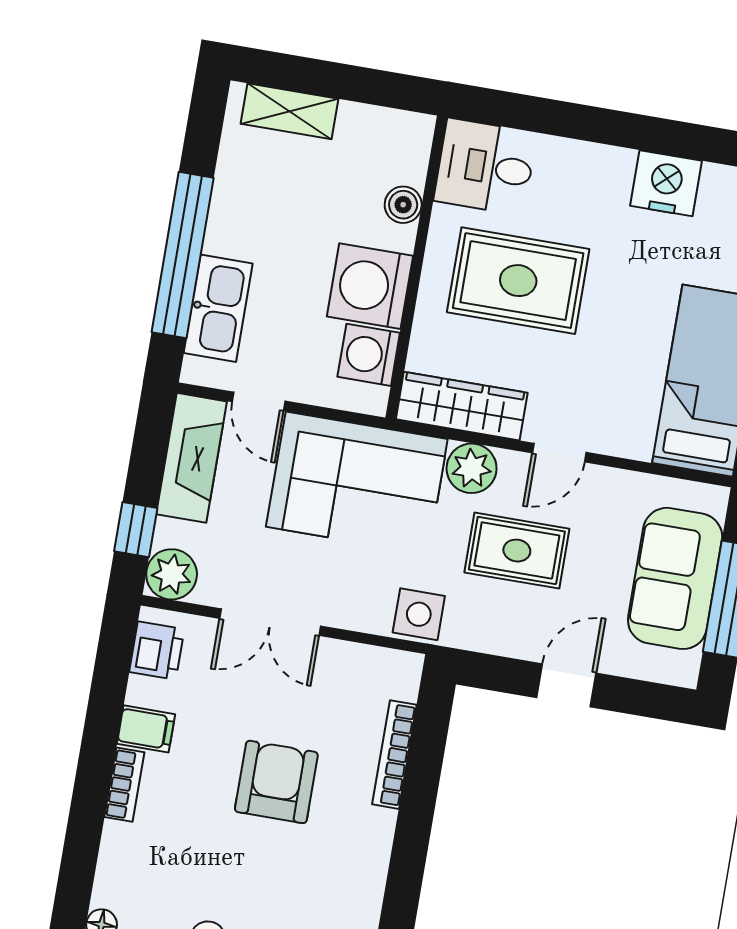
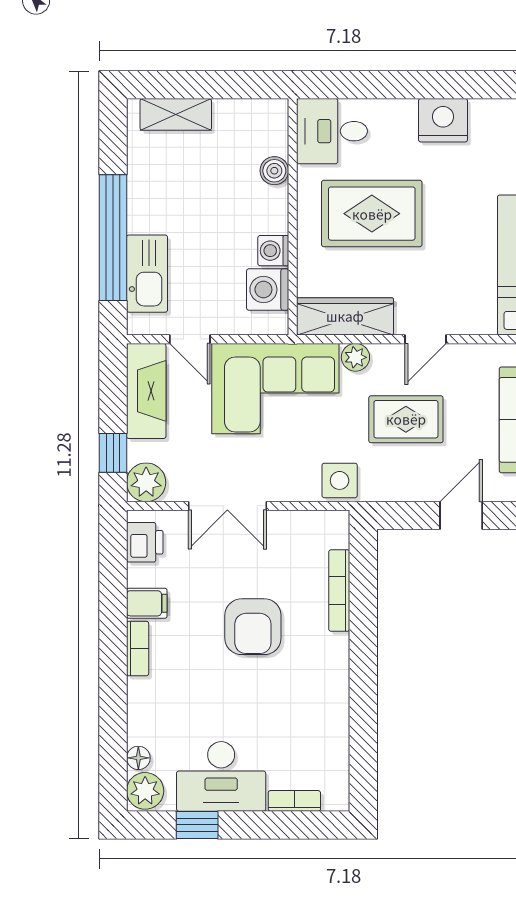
nightstand: (666, 183) -> (443, 120), moved
washing machine: (370, 286) -> (273, 251), width x0.53, depth x0.53
plant: (472, 468) -> (355, 357), width x0.73, depth x0.73
armchair: (276, 782) -> (253, 627), turned 180

